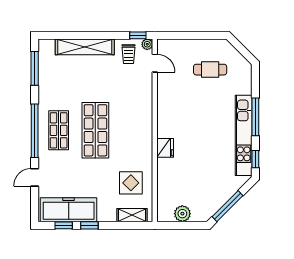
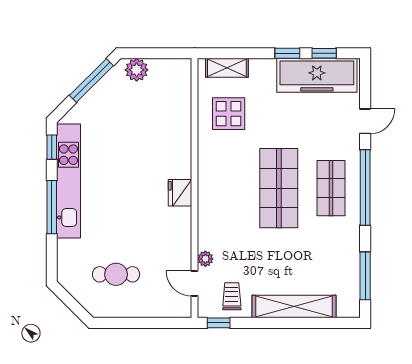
plant: (147, 44) -> (205, 259), moved
fridge: (165, 148) -> (180, 193), moved
plant: (182, 214) -> (137, 70), moved

